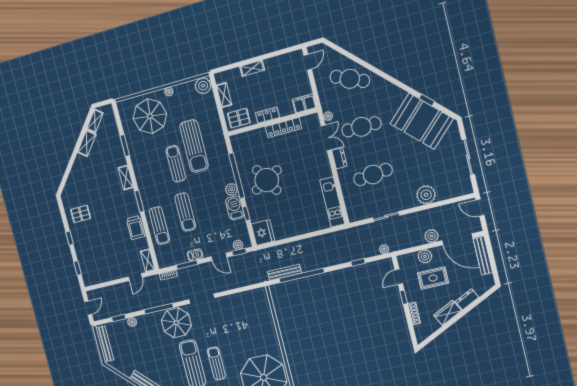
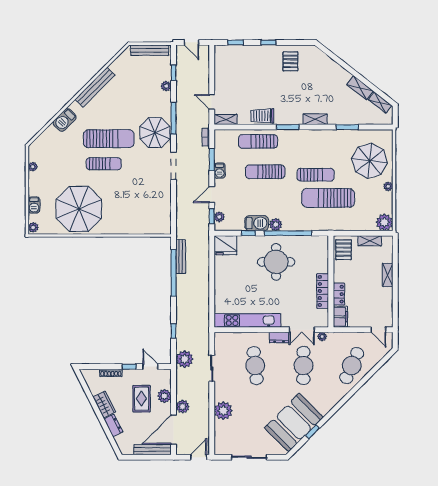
locker: (267, 115) -> (339, 294), moved
round table: (267, 180) -> (276, 262), turned 30
kitchen unit: (332, 202) -> (247, 320), width x1.36
plant: (384, 249) -> (185, 359), width x1.88, depth x1.88

